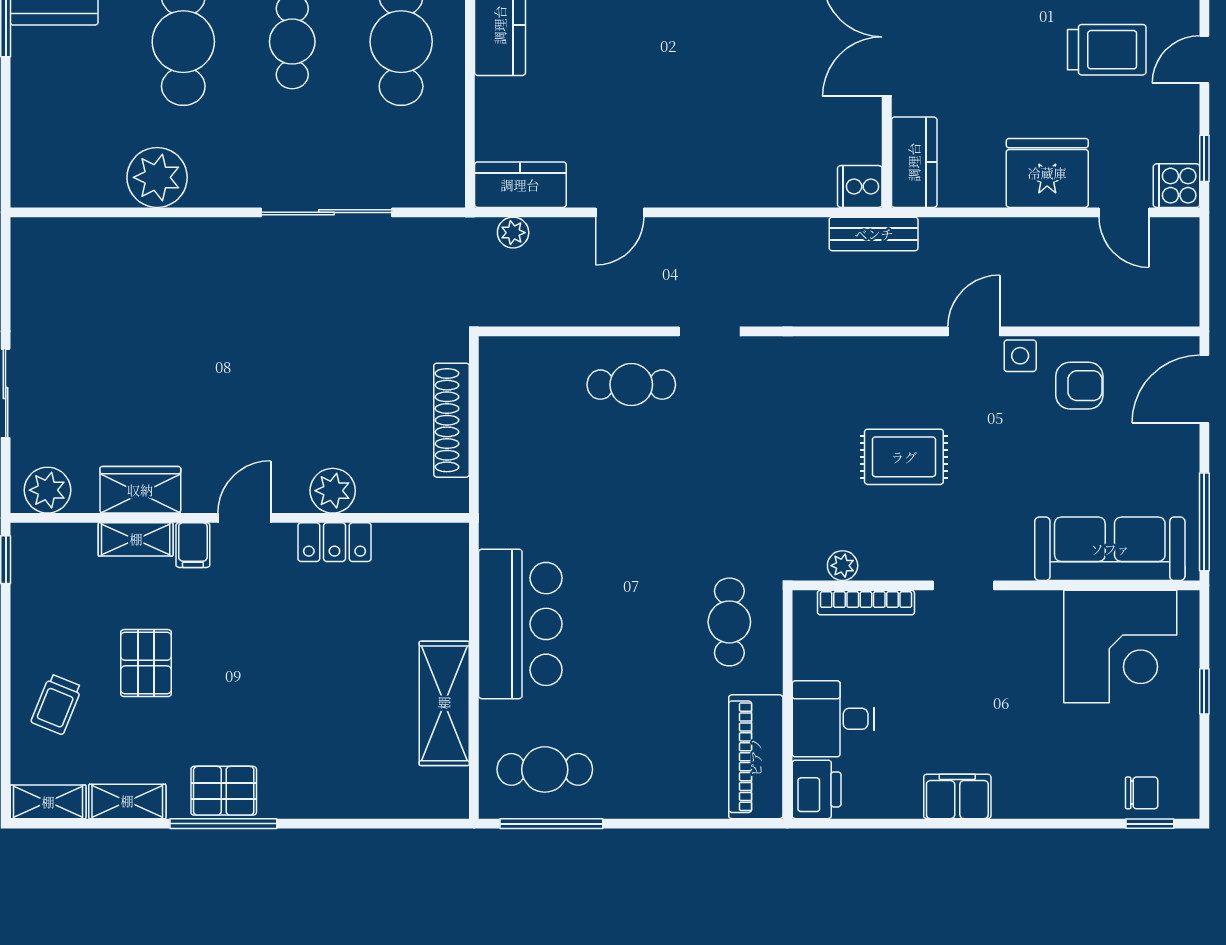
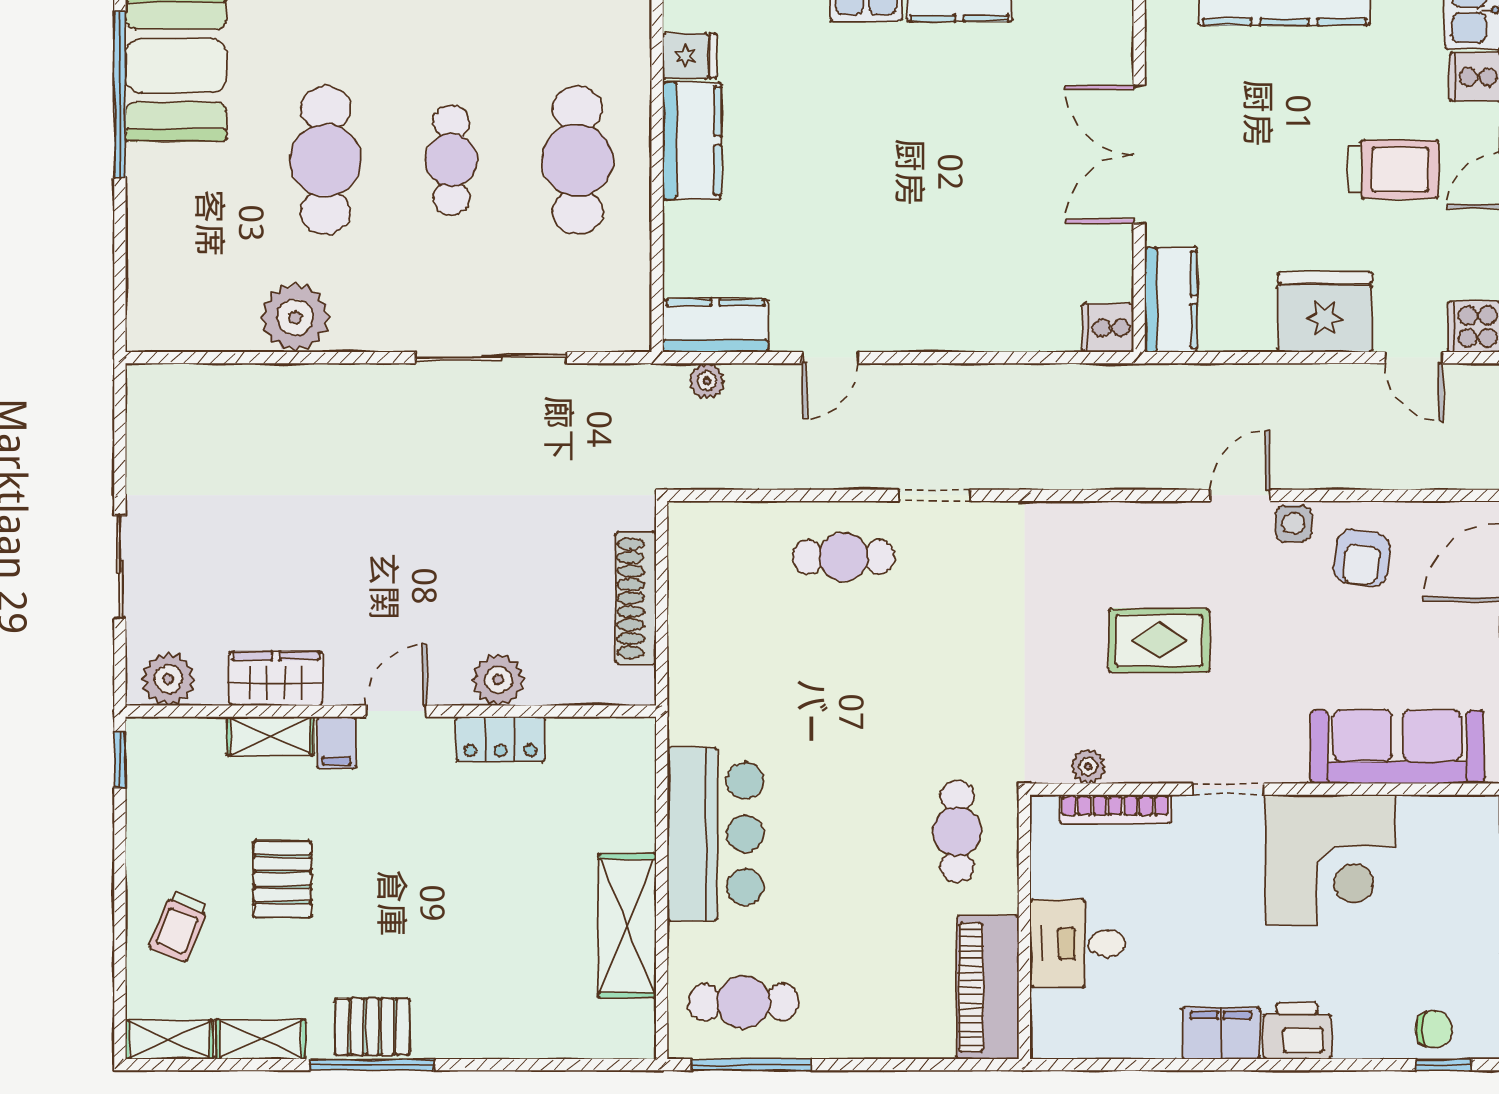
bench: (874, 234) -> (1124, 383), removed
armchair: (1079, 386) -> (1362, 558), turned 98
corner desk: (1120, 646) -> (1330, 860), moved
printer: (817, 789) -> (1297, 1031), moved, turned -90

